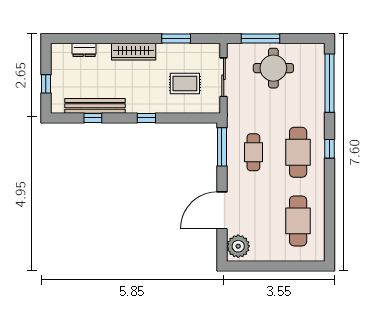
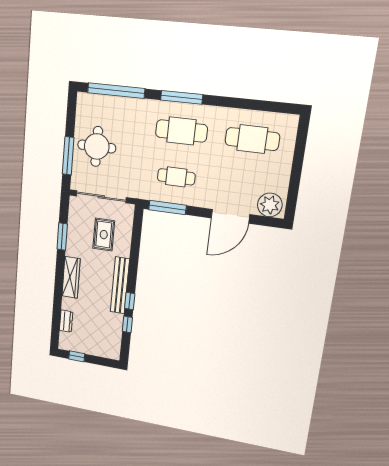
sliding door: (224, 77) -> (101, 197), width x1.37
window: (46, 84) -> (77, 356), moved
bench: (95, 106) -> (120, 285), moved
window: (146, 118) -> (130, 301), moved
window: (329, 149) -> (182, 97), width x2.17
door: (222, 210) -> (230, 216), hinge flipped

